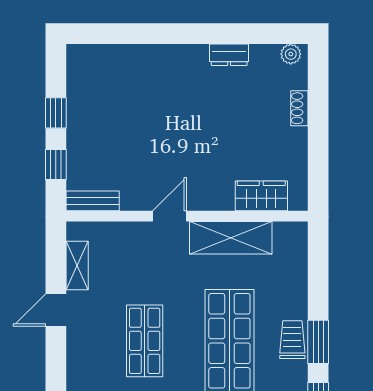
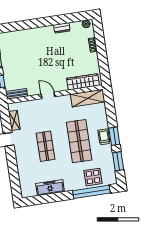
wardrobe: (261, 196) -> (83, 82), width x1.50
door: (170, 216) -> (48, 95), hinge flipped
shelving: (231, 238) -> (88, 98), moved

